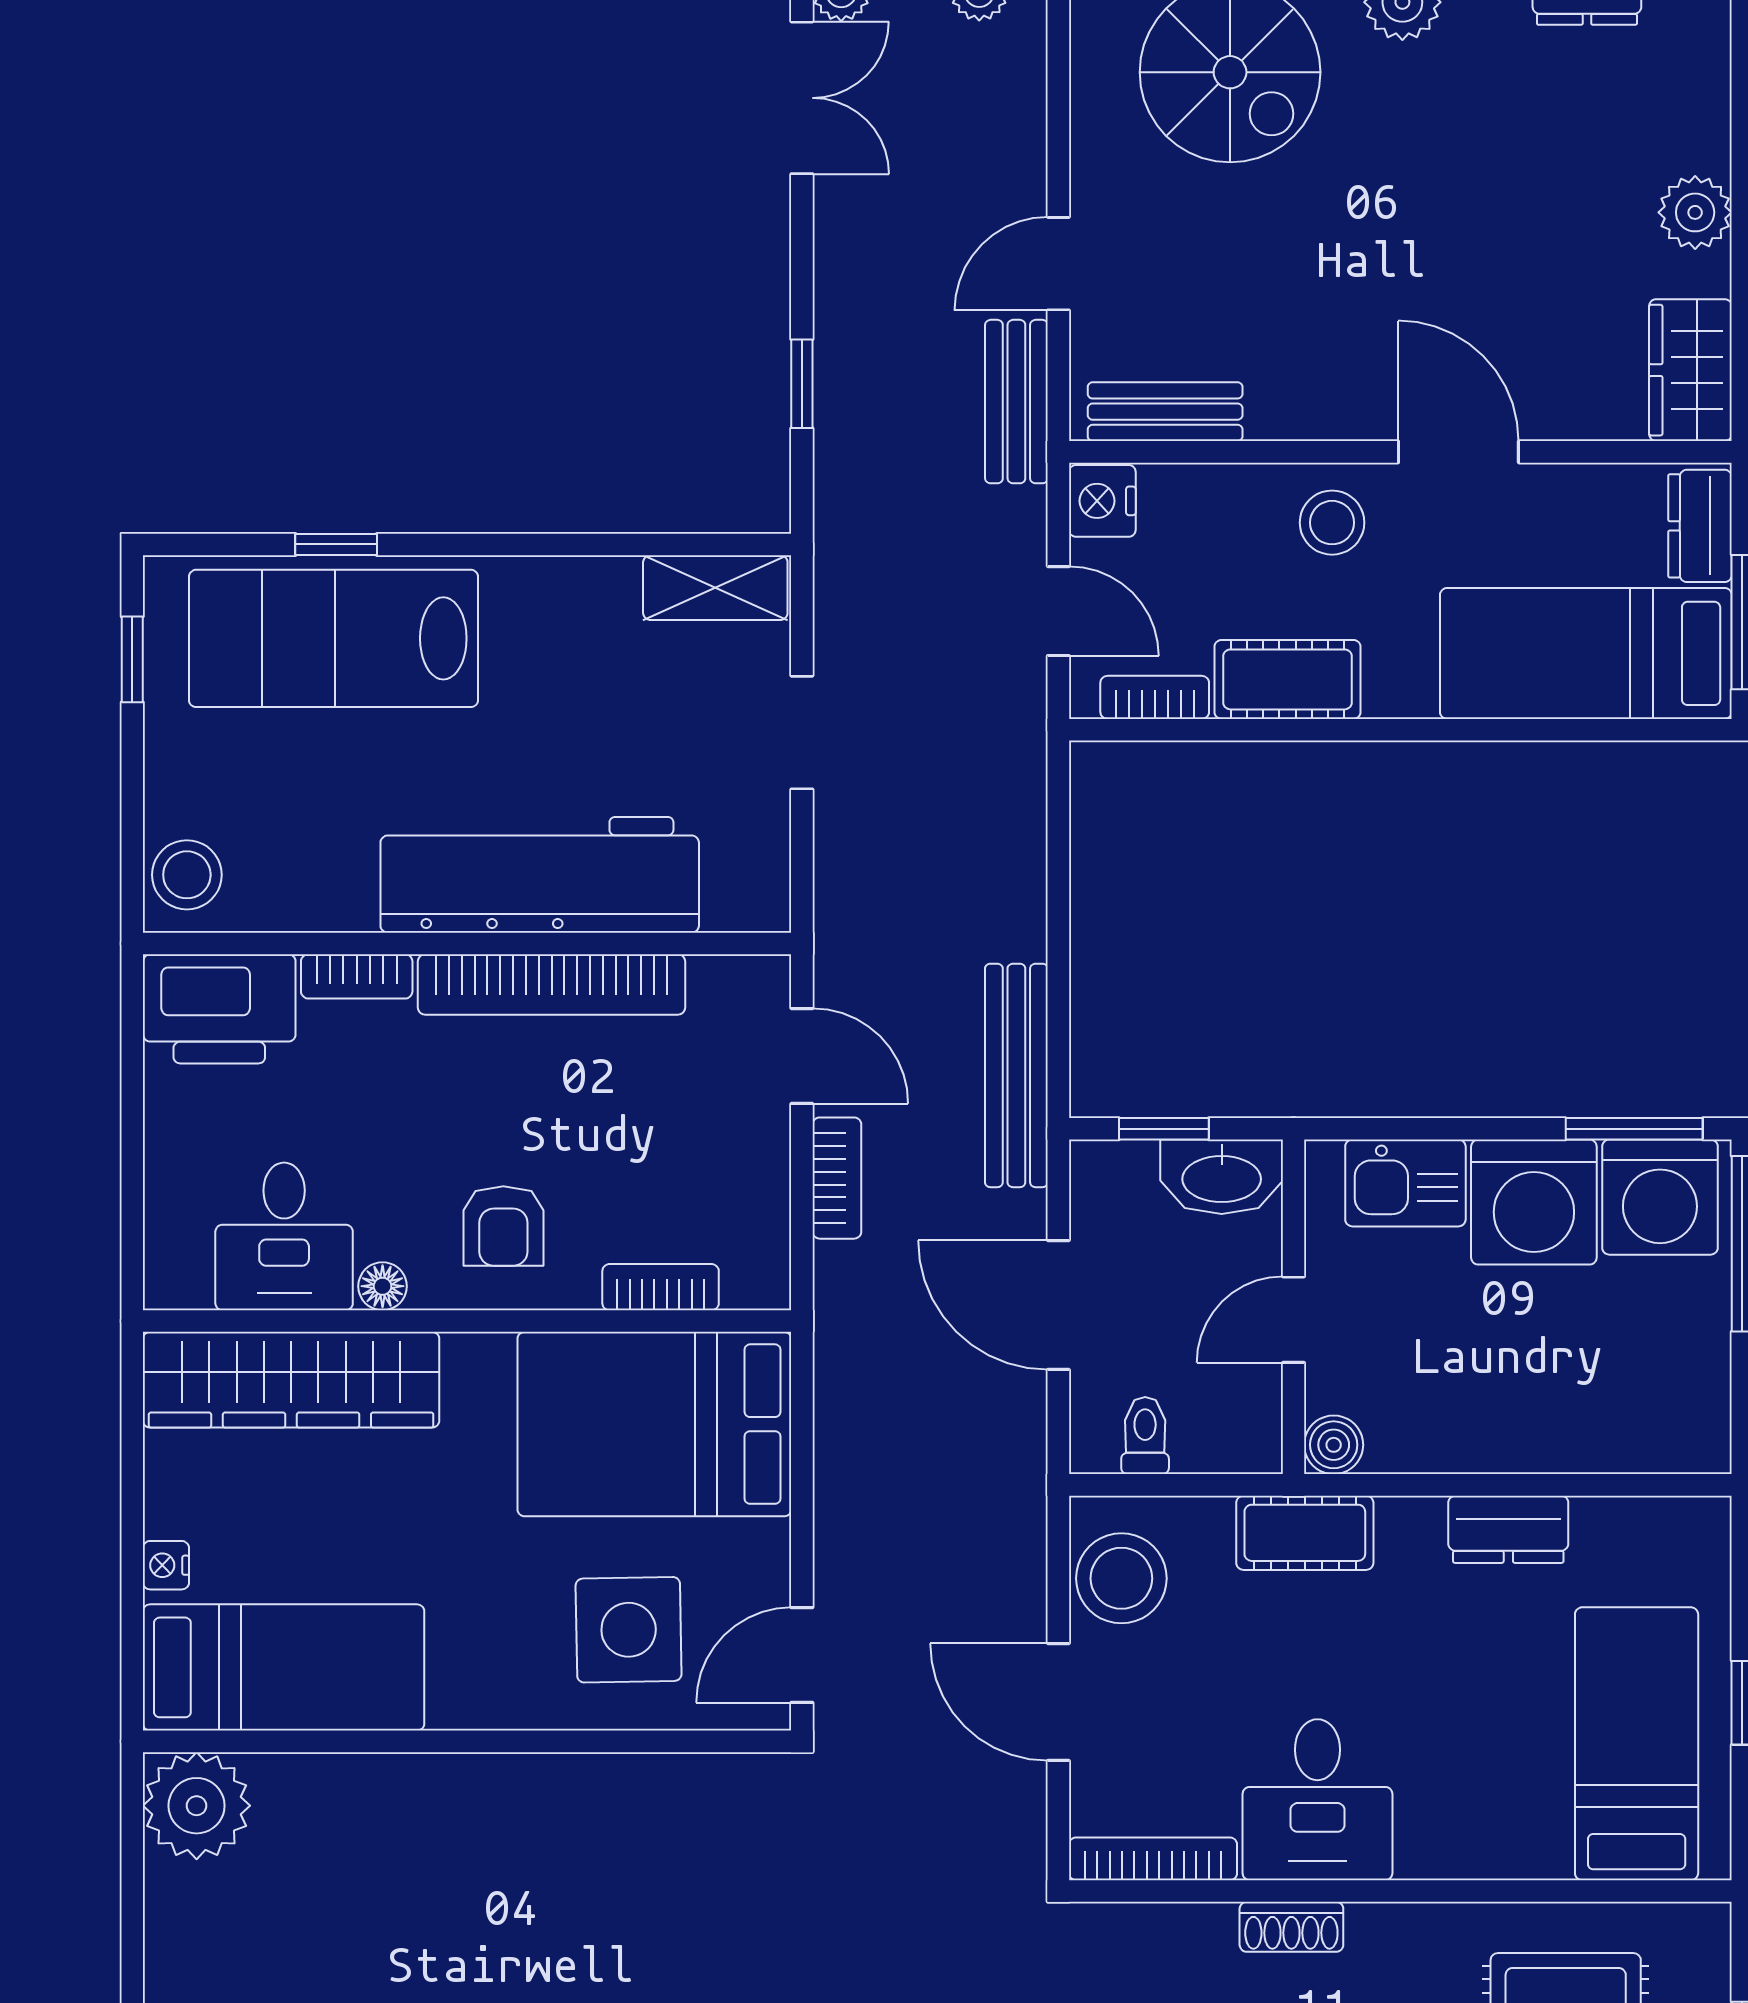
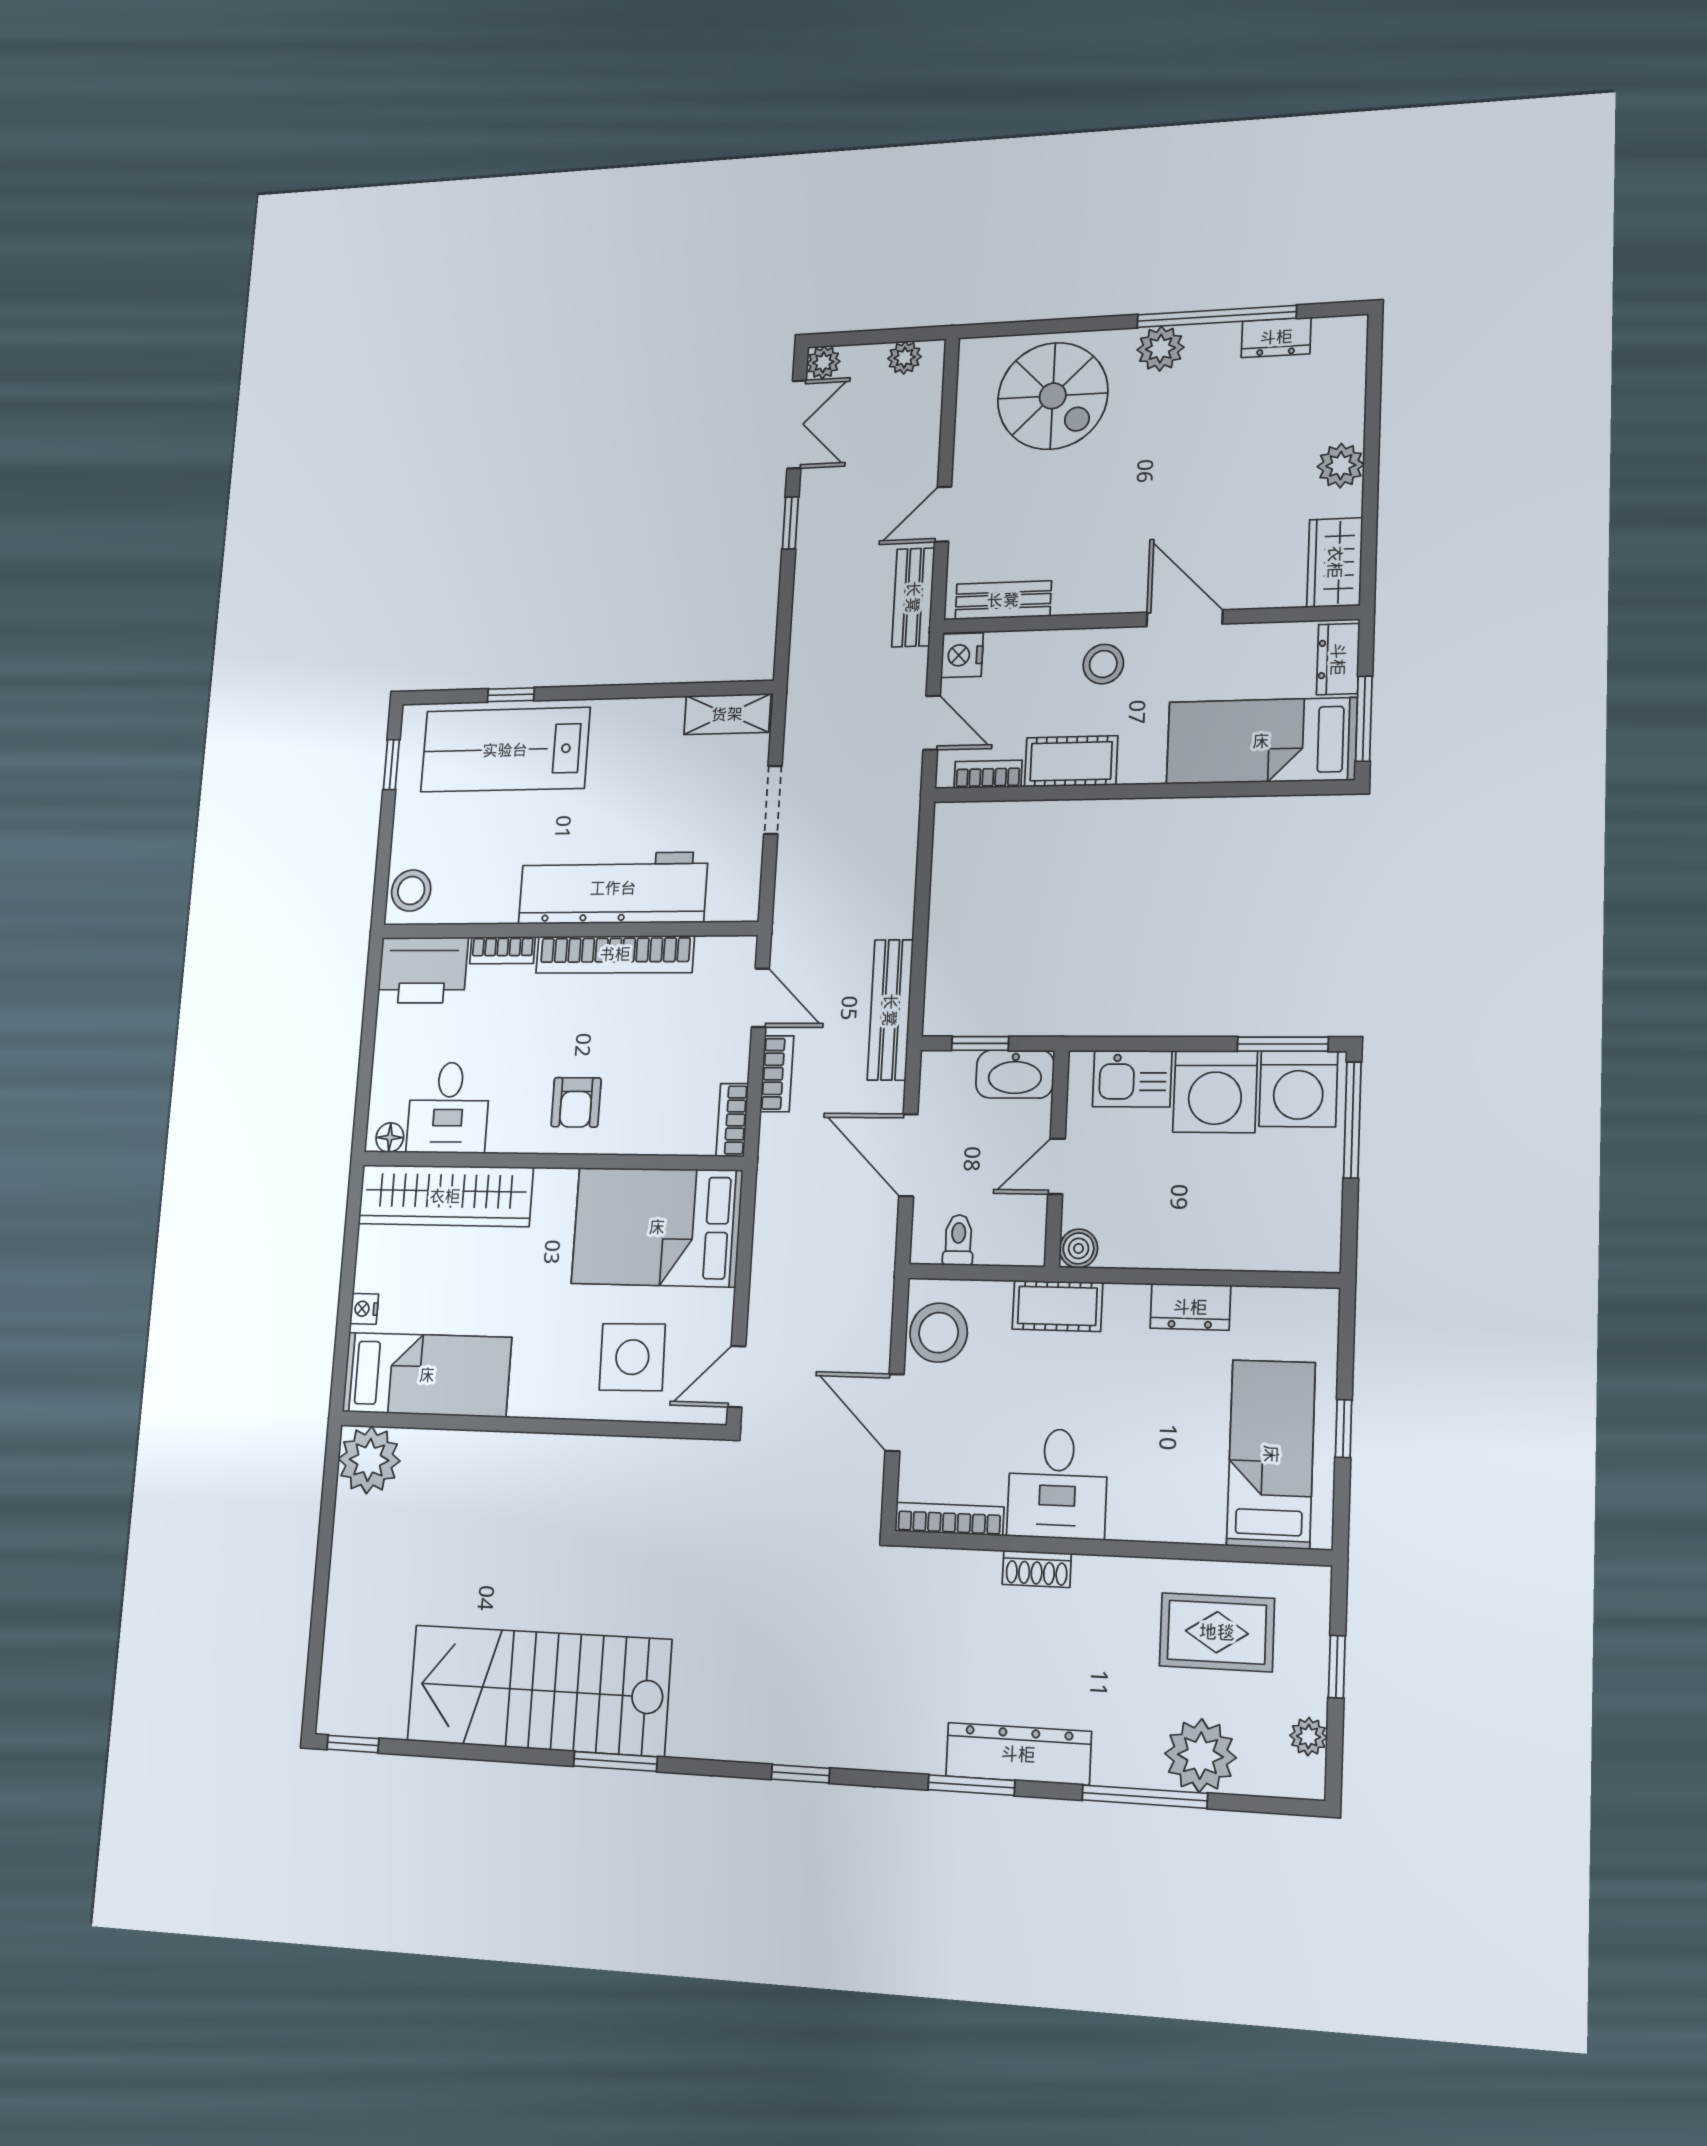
window: (802, 384) -> (790, 523), moved
floor lamp: (383, 1286) -> (390, 1138), moved
bookcase: (661, 1287) -> (732, 1120), moved, turned -90

